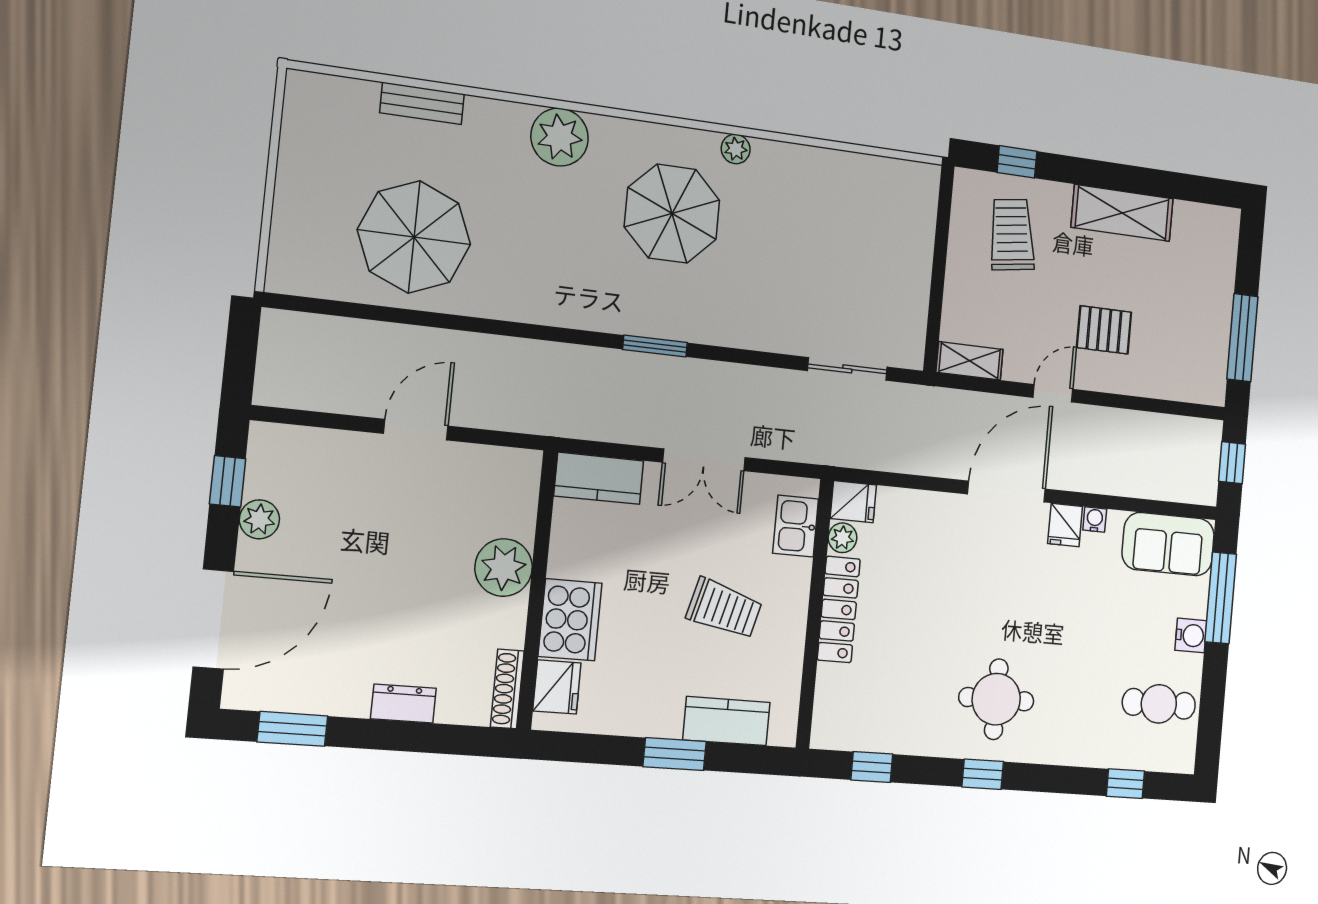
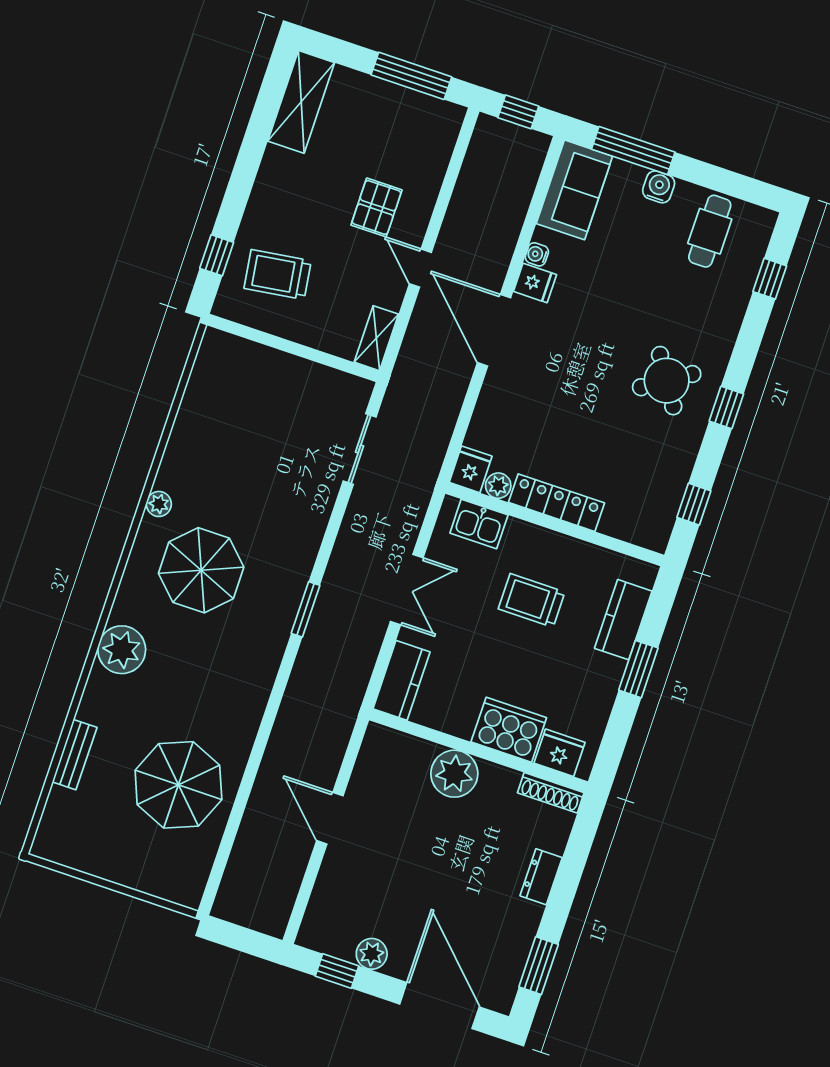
shelving: (1122, 213) -> (301, 102), moved
trolley: (724, 609) -> (532, 600), turned -105
round table: (996, 699) -> (667, 381), turned -33

